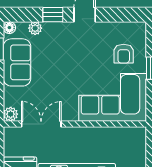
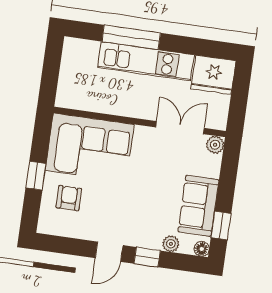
double door: (41, 124) -> (180, 128), swing flipped

